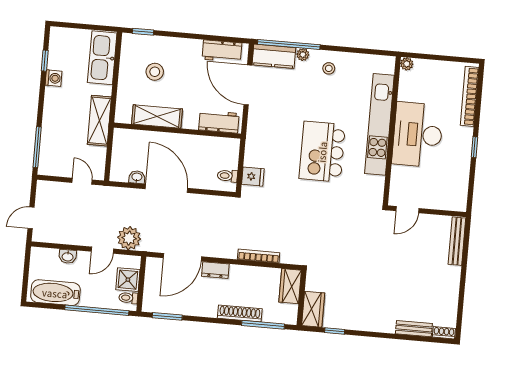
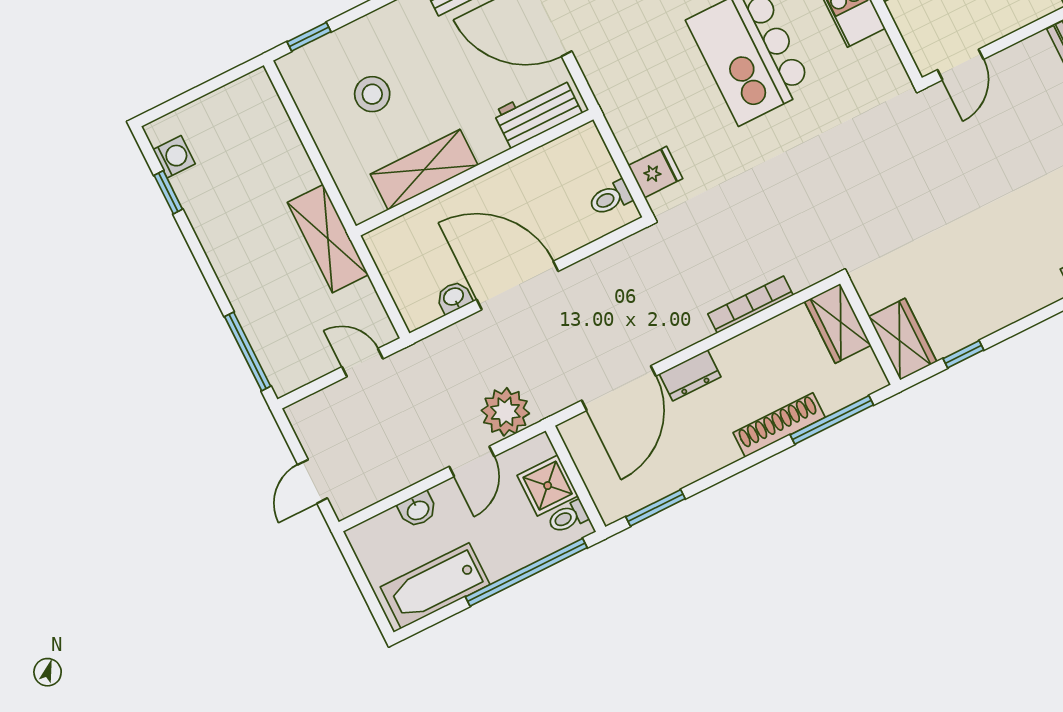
kitchen sink: (102, 58) -> (266, 126), removed
washing machine: (53, 78) -> (174, 157), moved

